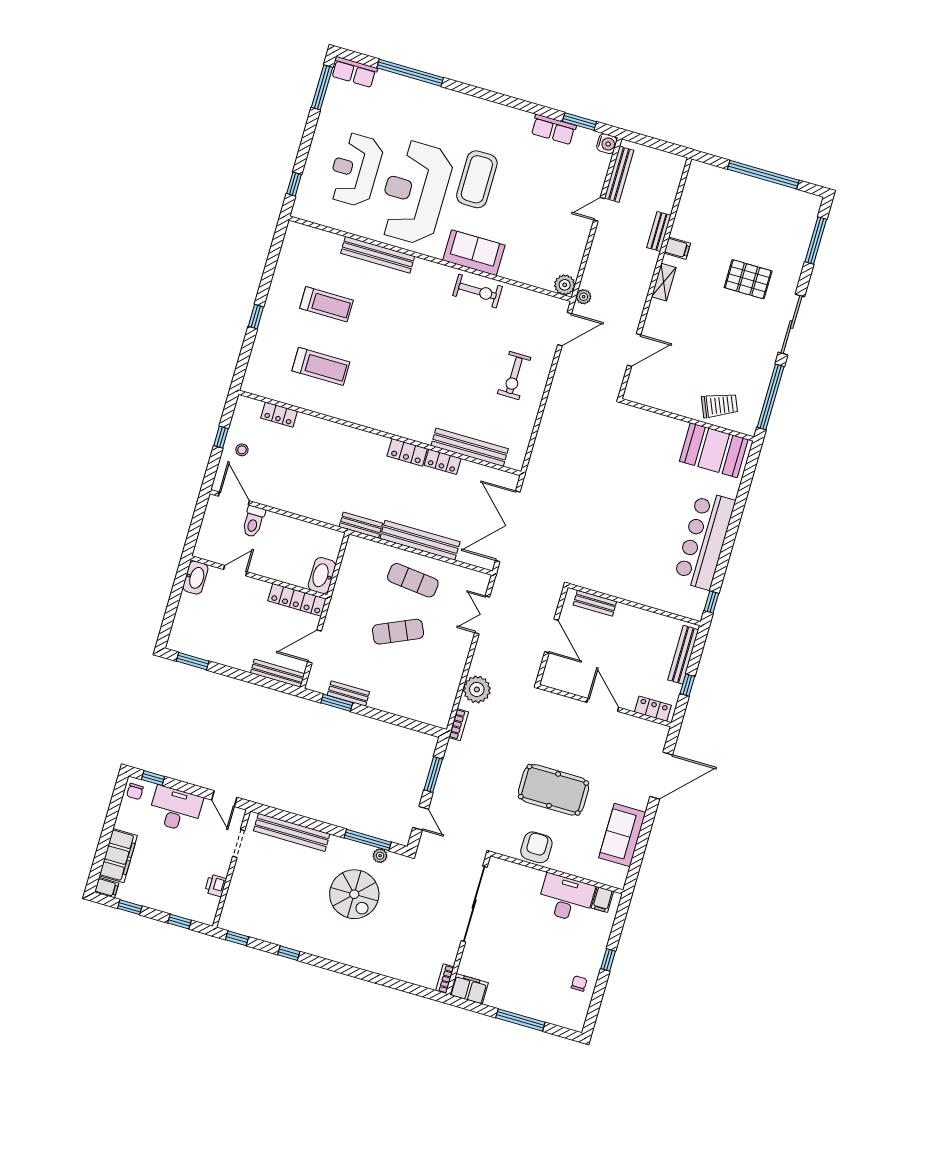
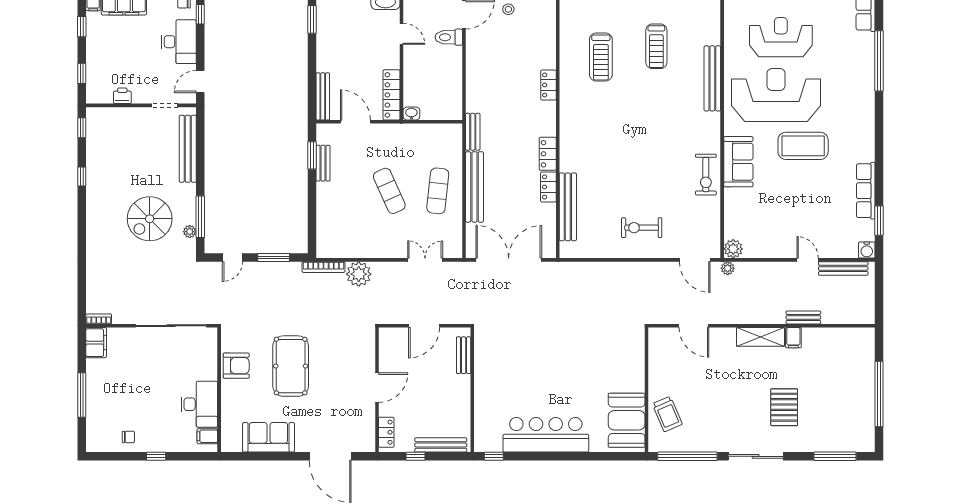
row of seats: (553, 129) -> (866, 191), width x1.48
shelving: (664, 282) -> (760, 337), width x1.50, depth x1.33
locker: (279, 415) -> (548, 85), moved
washbasin: (322, 576) -> (411, 114), width x0.52, depth x0.69
bookcase: (459, 725) -> (324, 267), width x1.56

